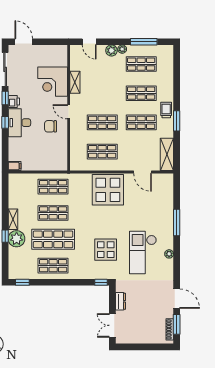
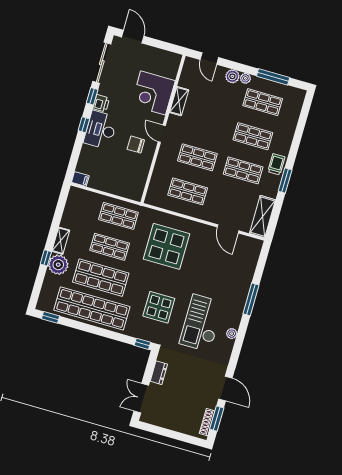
display table: (108, 190) -> (166, 246), moved
shop shelf: (53, 266) -> (92, 308), width x2.00, depth x1.36

